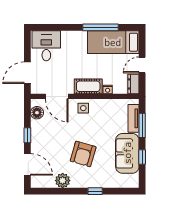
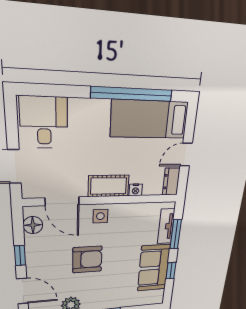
window: (100, 27) -> (132, 94), width x1.46
armchair: (83, 154) -> (87, 259), moved, turned -106

